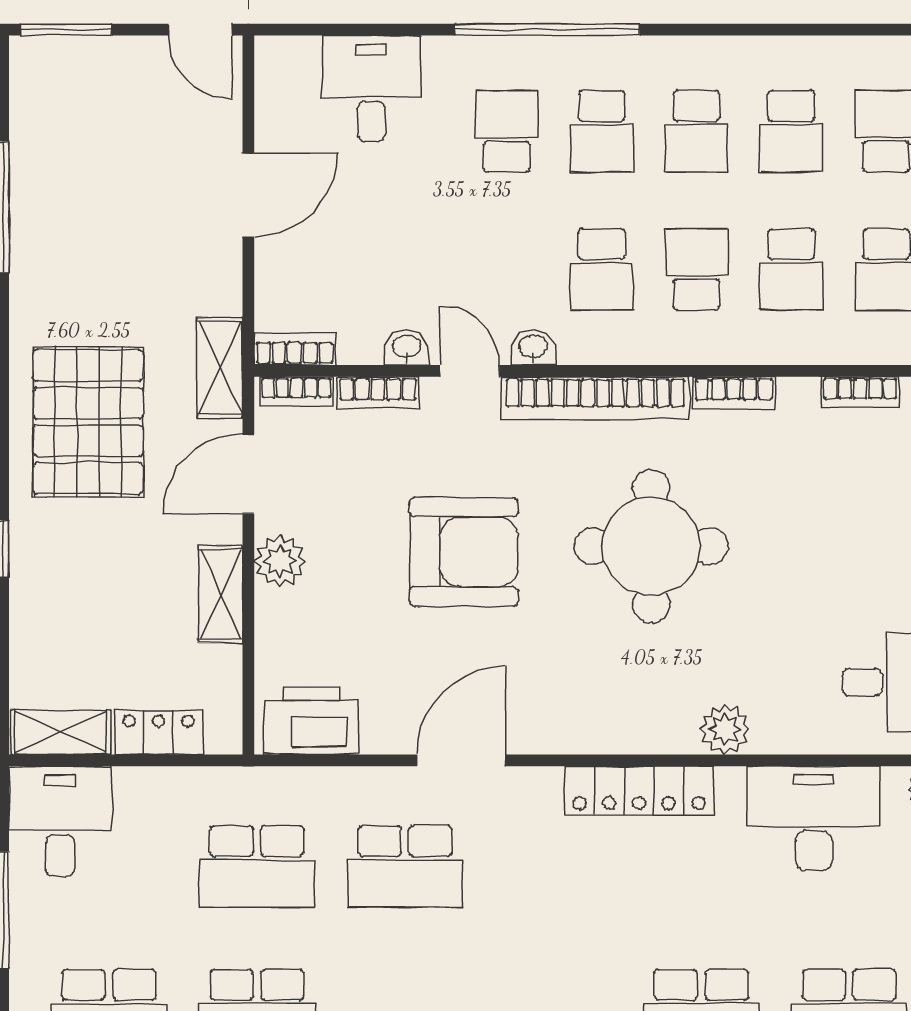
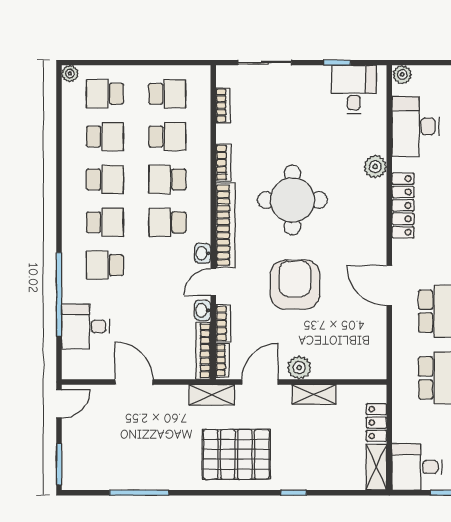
window: (547, 30) -> (59, 294), moved
school desk: (602, 269) -> (167, 222), turned 180
bookcase: (295, 349) -> (203, 351), width x1.56
door: (248, 474) -> (260, 382), swing flipped
printer: (311, 721) -> (371, 354), removed

